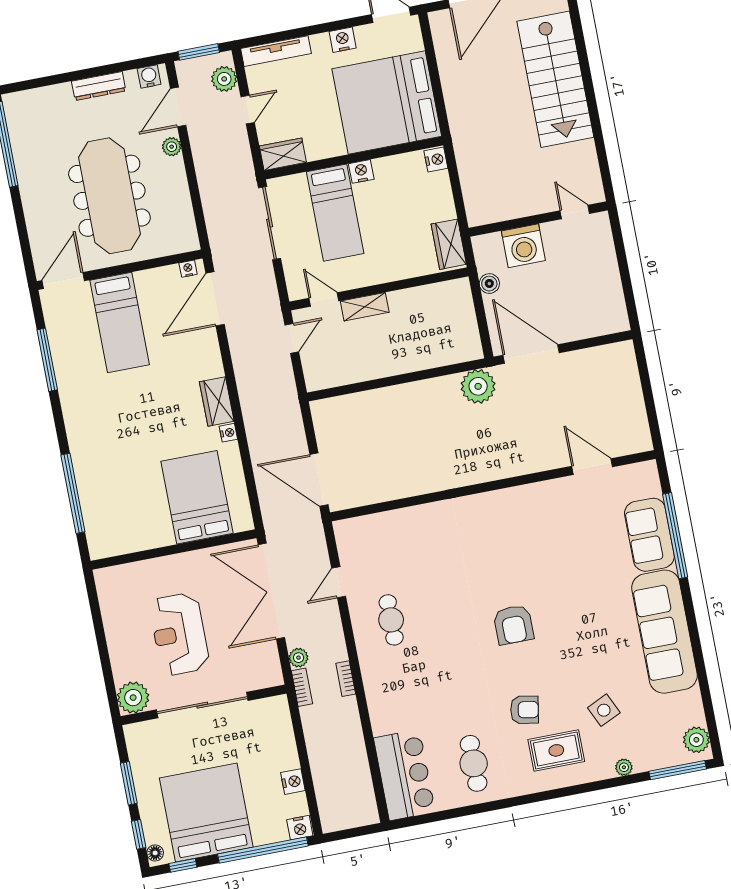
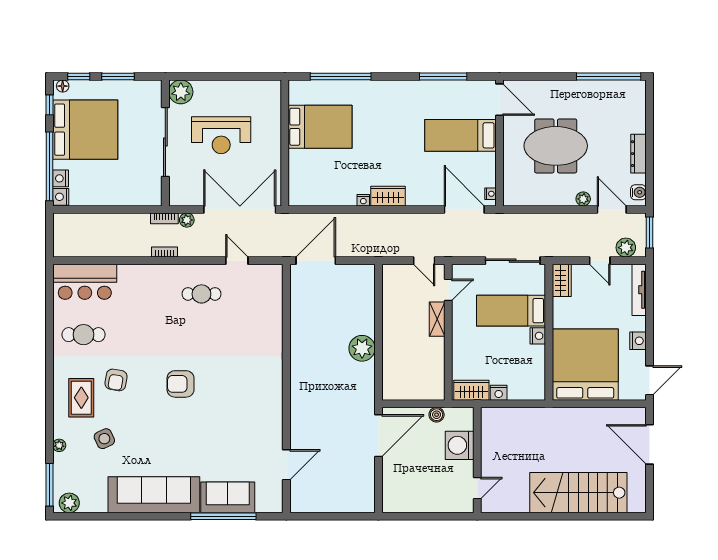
nightstand: (436, 159) -> (499, 393), moved
meeting table: (109, 196) -> (556, 146), width x0.73
plant: (478, 386) -> (362, 348), moved
bed: (197, 497) -> (320, 127), moved
reception desk: (179, 634) -> (221, 135), turned 180
nightstand: (293, 782) -> (61, 178), moved, turned 90

